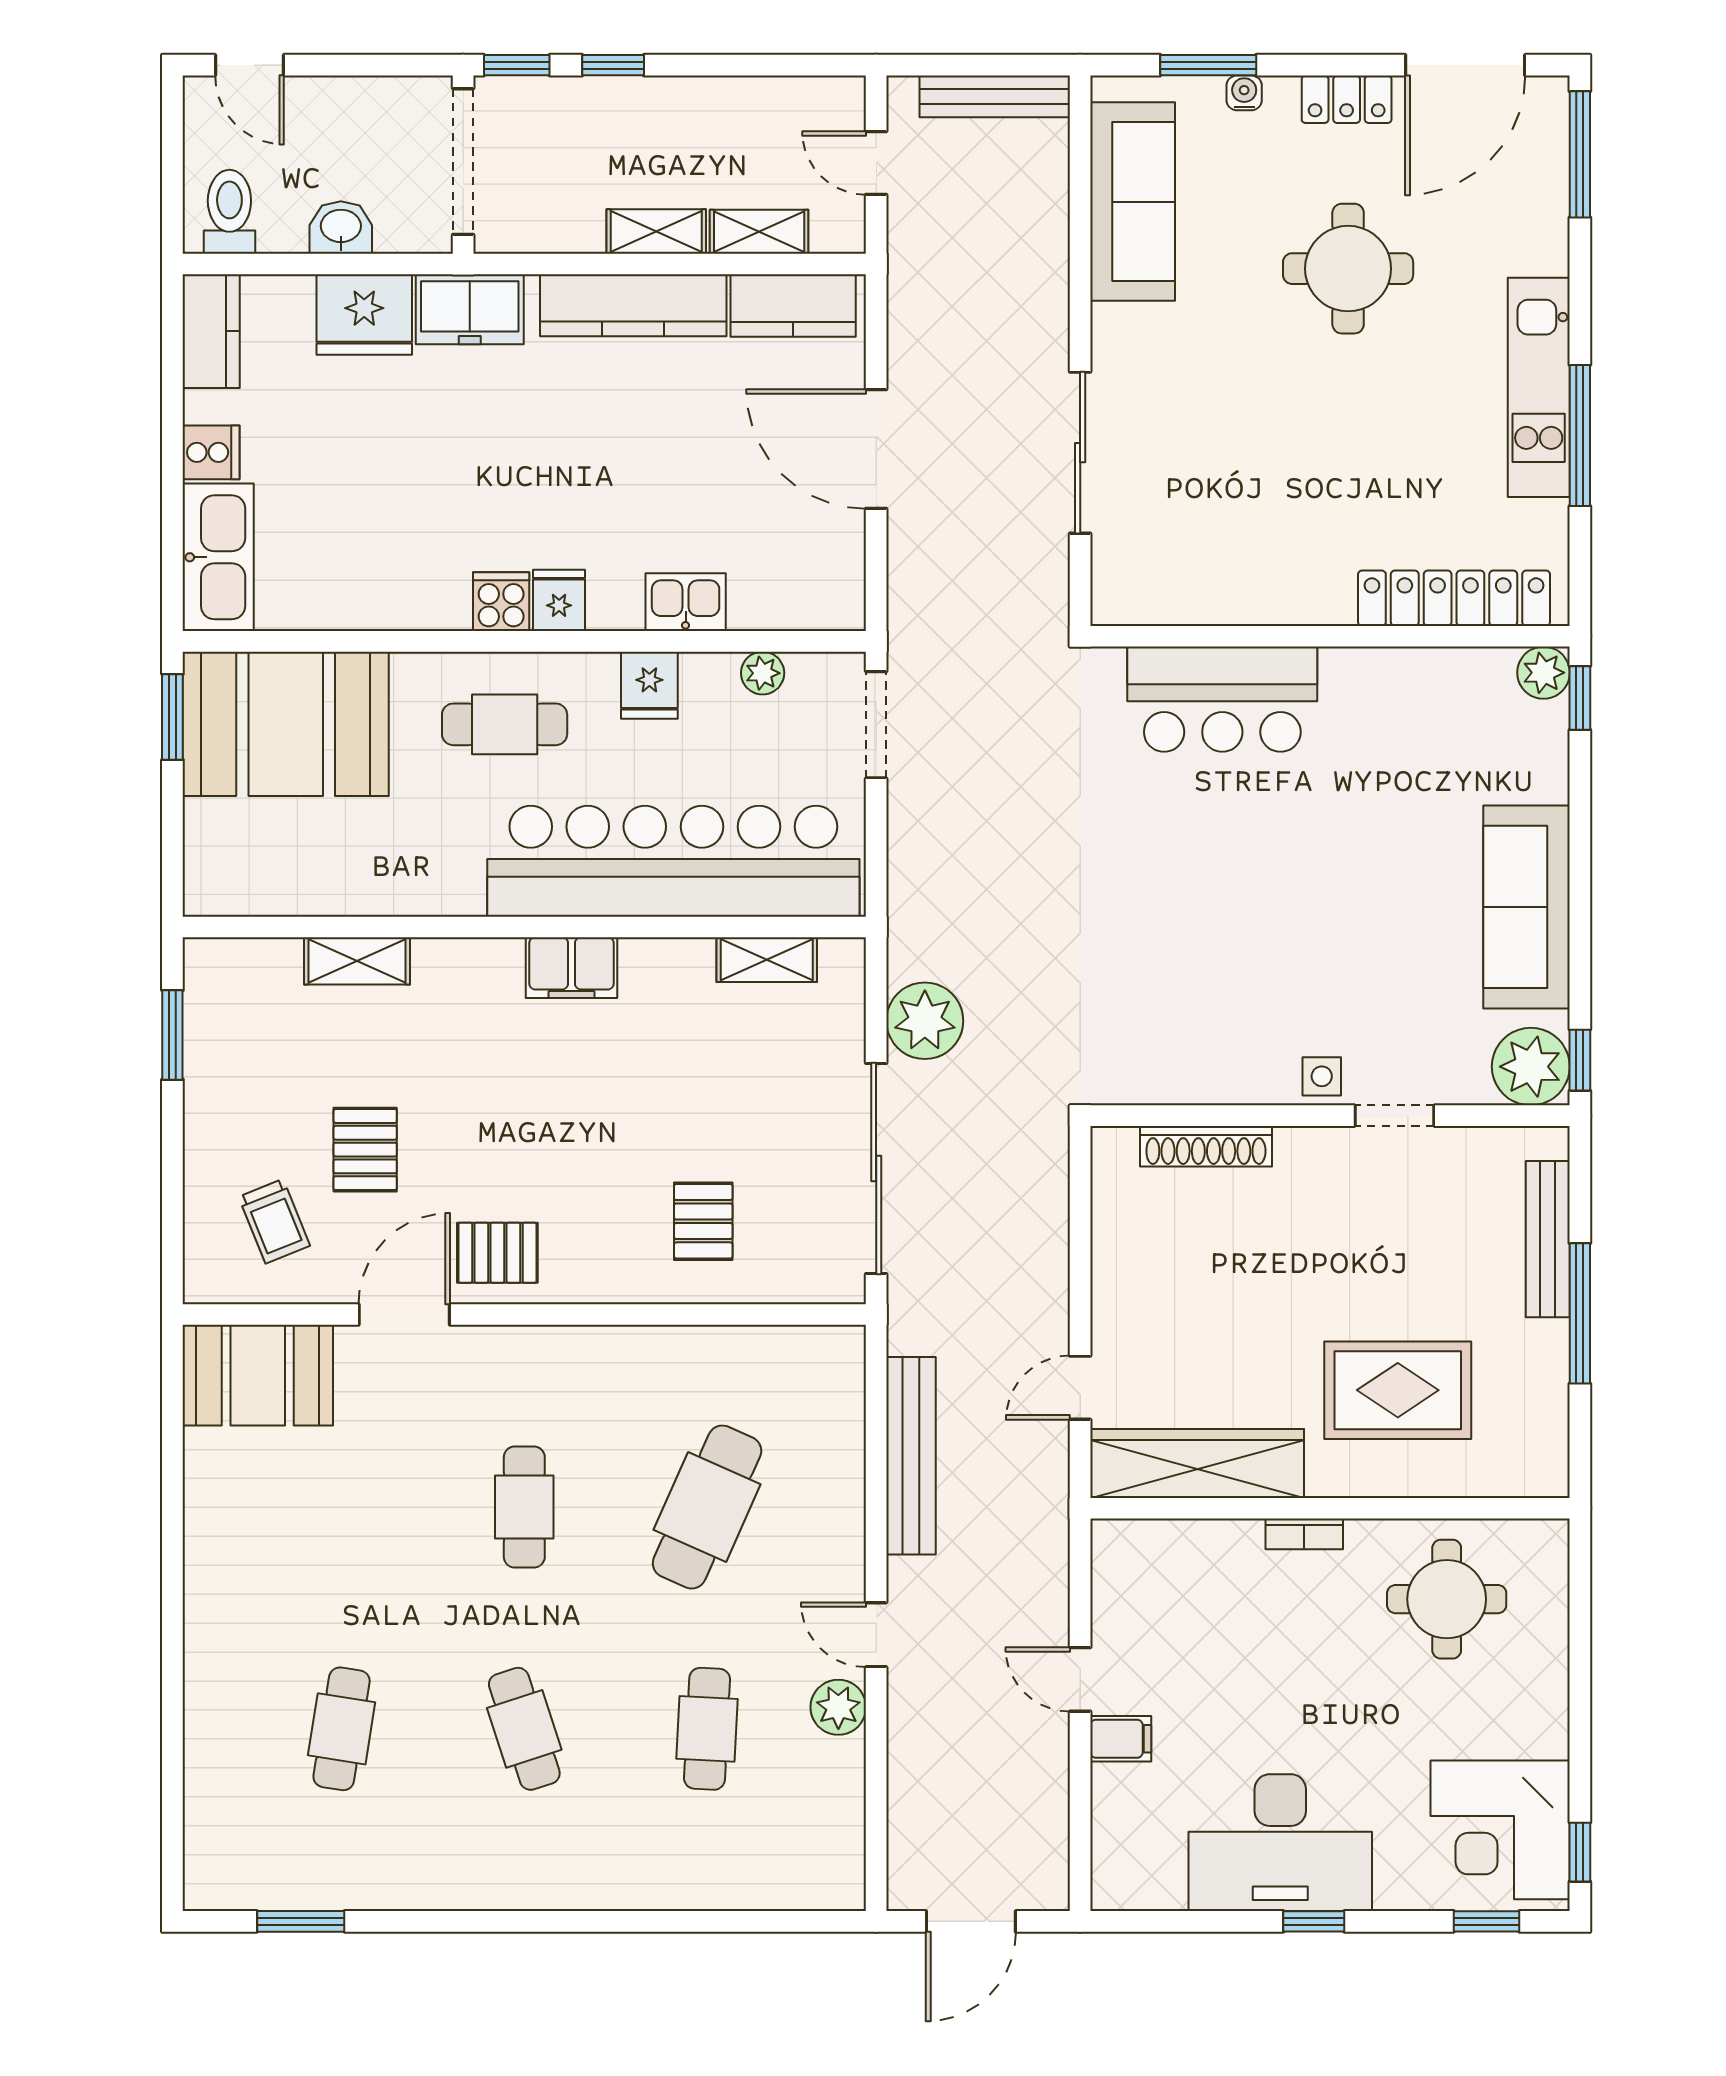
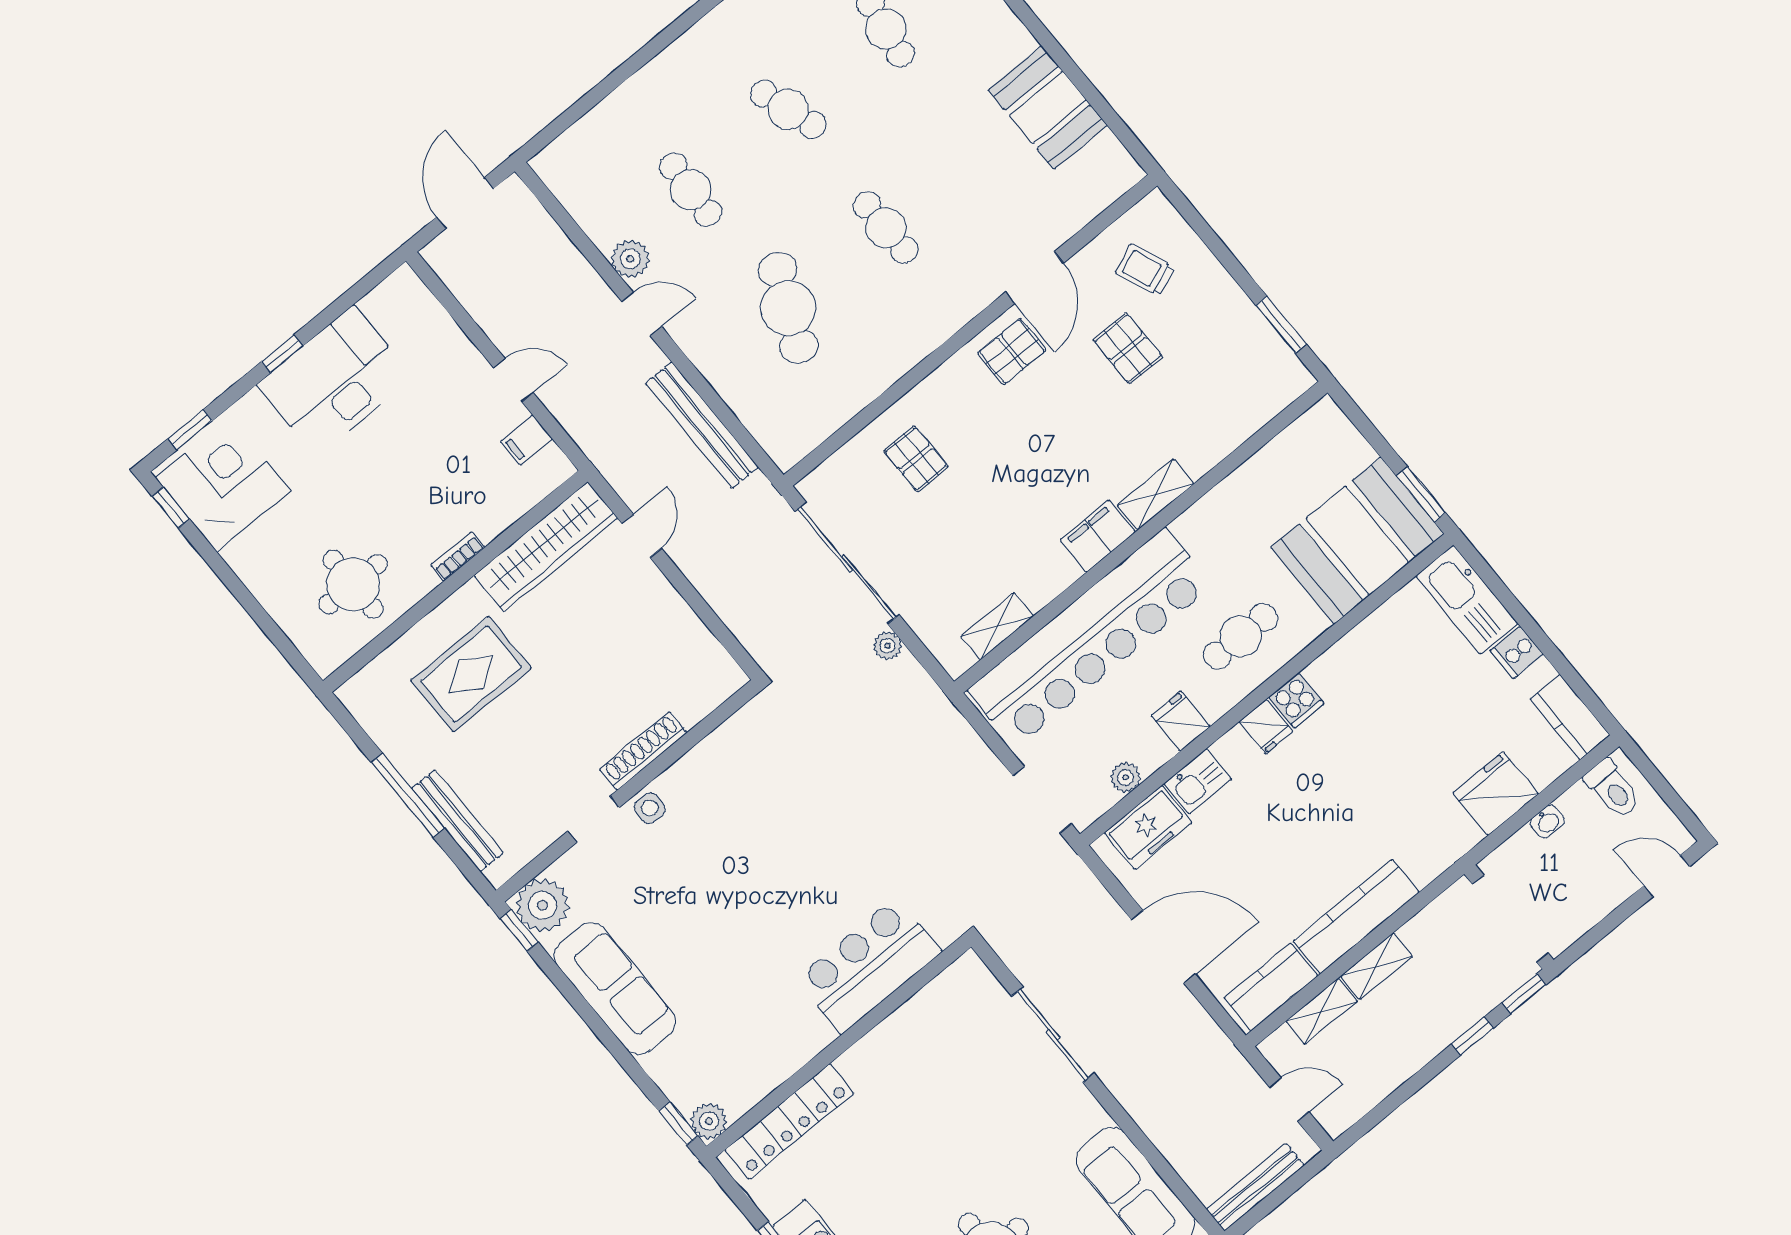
washbasin: (341, 227) -> (1547, 821), width x0.72, depth x0.69
freezer: (470, 309) -> (1148, 828), moved, turned 180
shelving: (357, 961) -> (1156, 495), moved
plant: (925, 1021) -> (888, 646), width x0.53, depth x0.53
shoe rack: (1206, 1146) -> (643, 751), moved
booth: (258, 1375) -> (1048, 108), moved, turned 90
filing cabinet: (1121, 1739) -> (526, 440), moved

